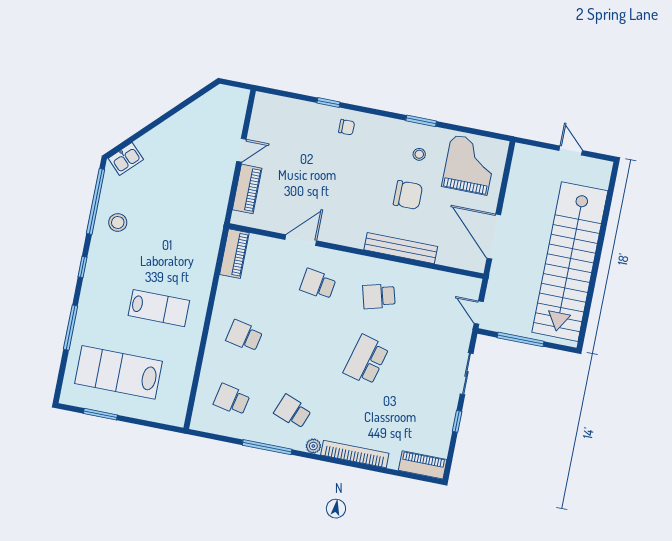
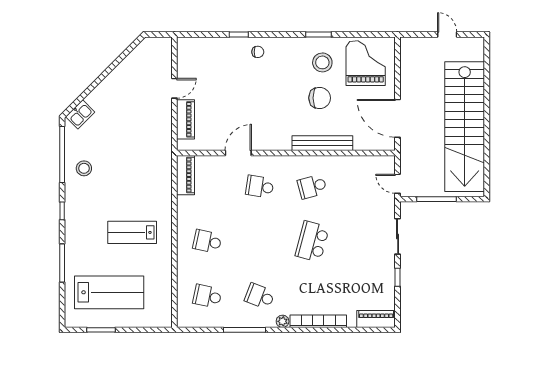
stool: (419, 154) -> (322, 62), width x1.89, depth x1.89
lab bench: (159, 308) -> (132, 232), turned 180
lab bench: (119, 372) -> (109, 292), turned 180

